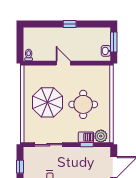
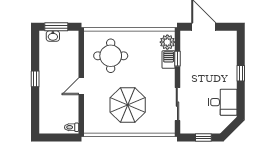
washbasin: (106, 51) -> (53, 36), moved
round table: (83, 104) -> (111, 56), moved

